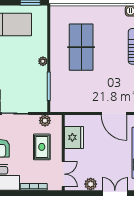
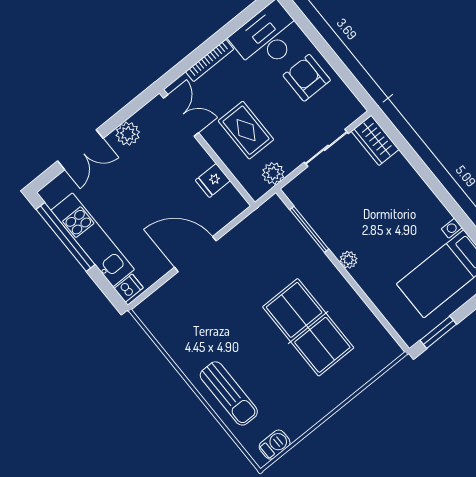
door: (114, 113) -> (195, 254), moved
fridge: (74, 137) -> (213, 180), width x0.53, depth x0.75
double door: (63, 174) -> (181, 115), swing flipped

